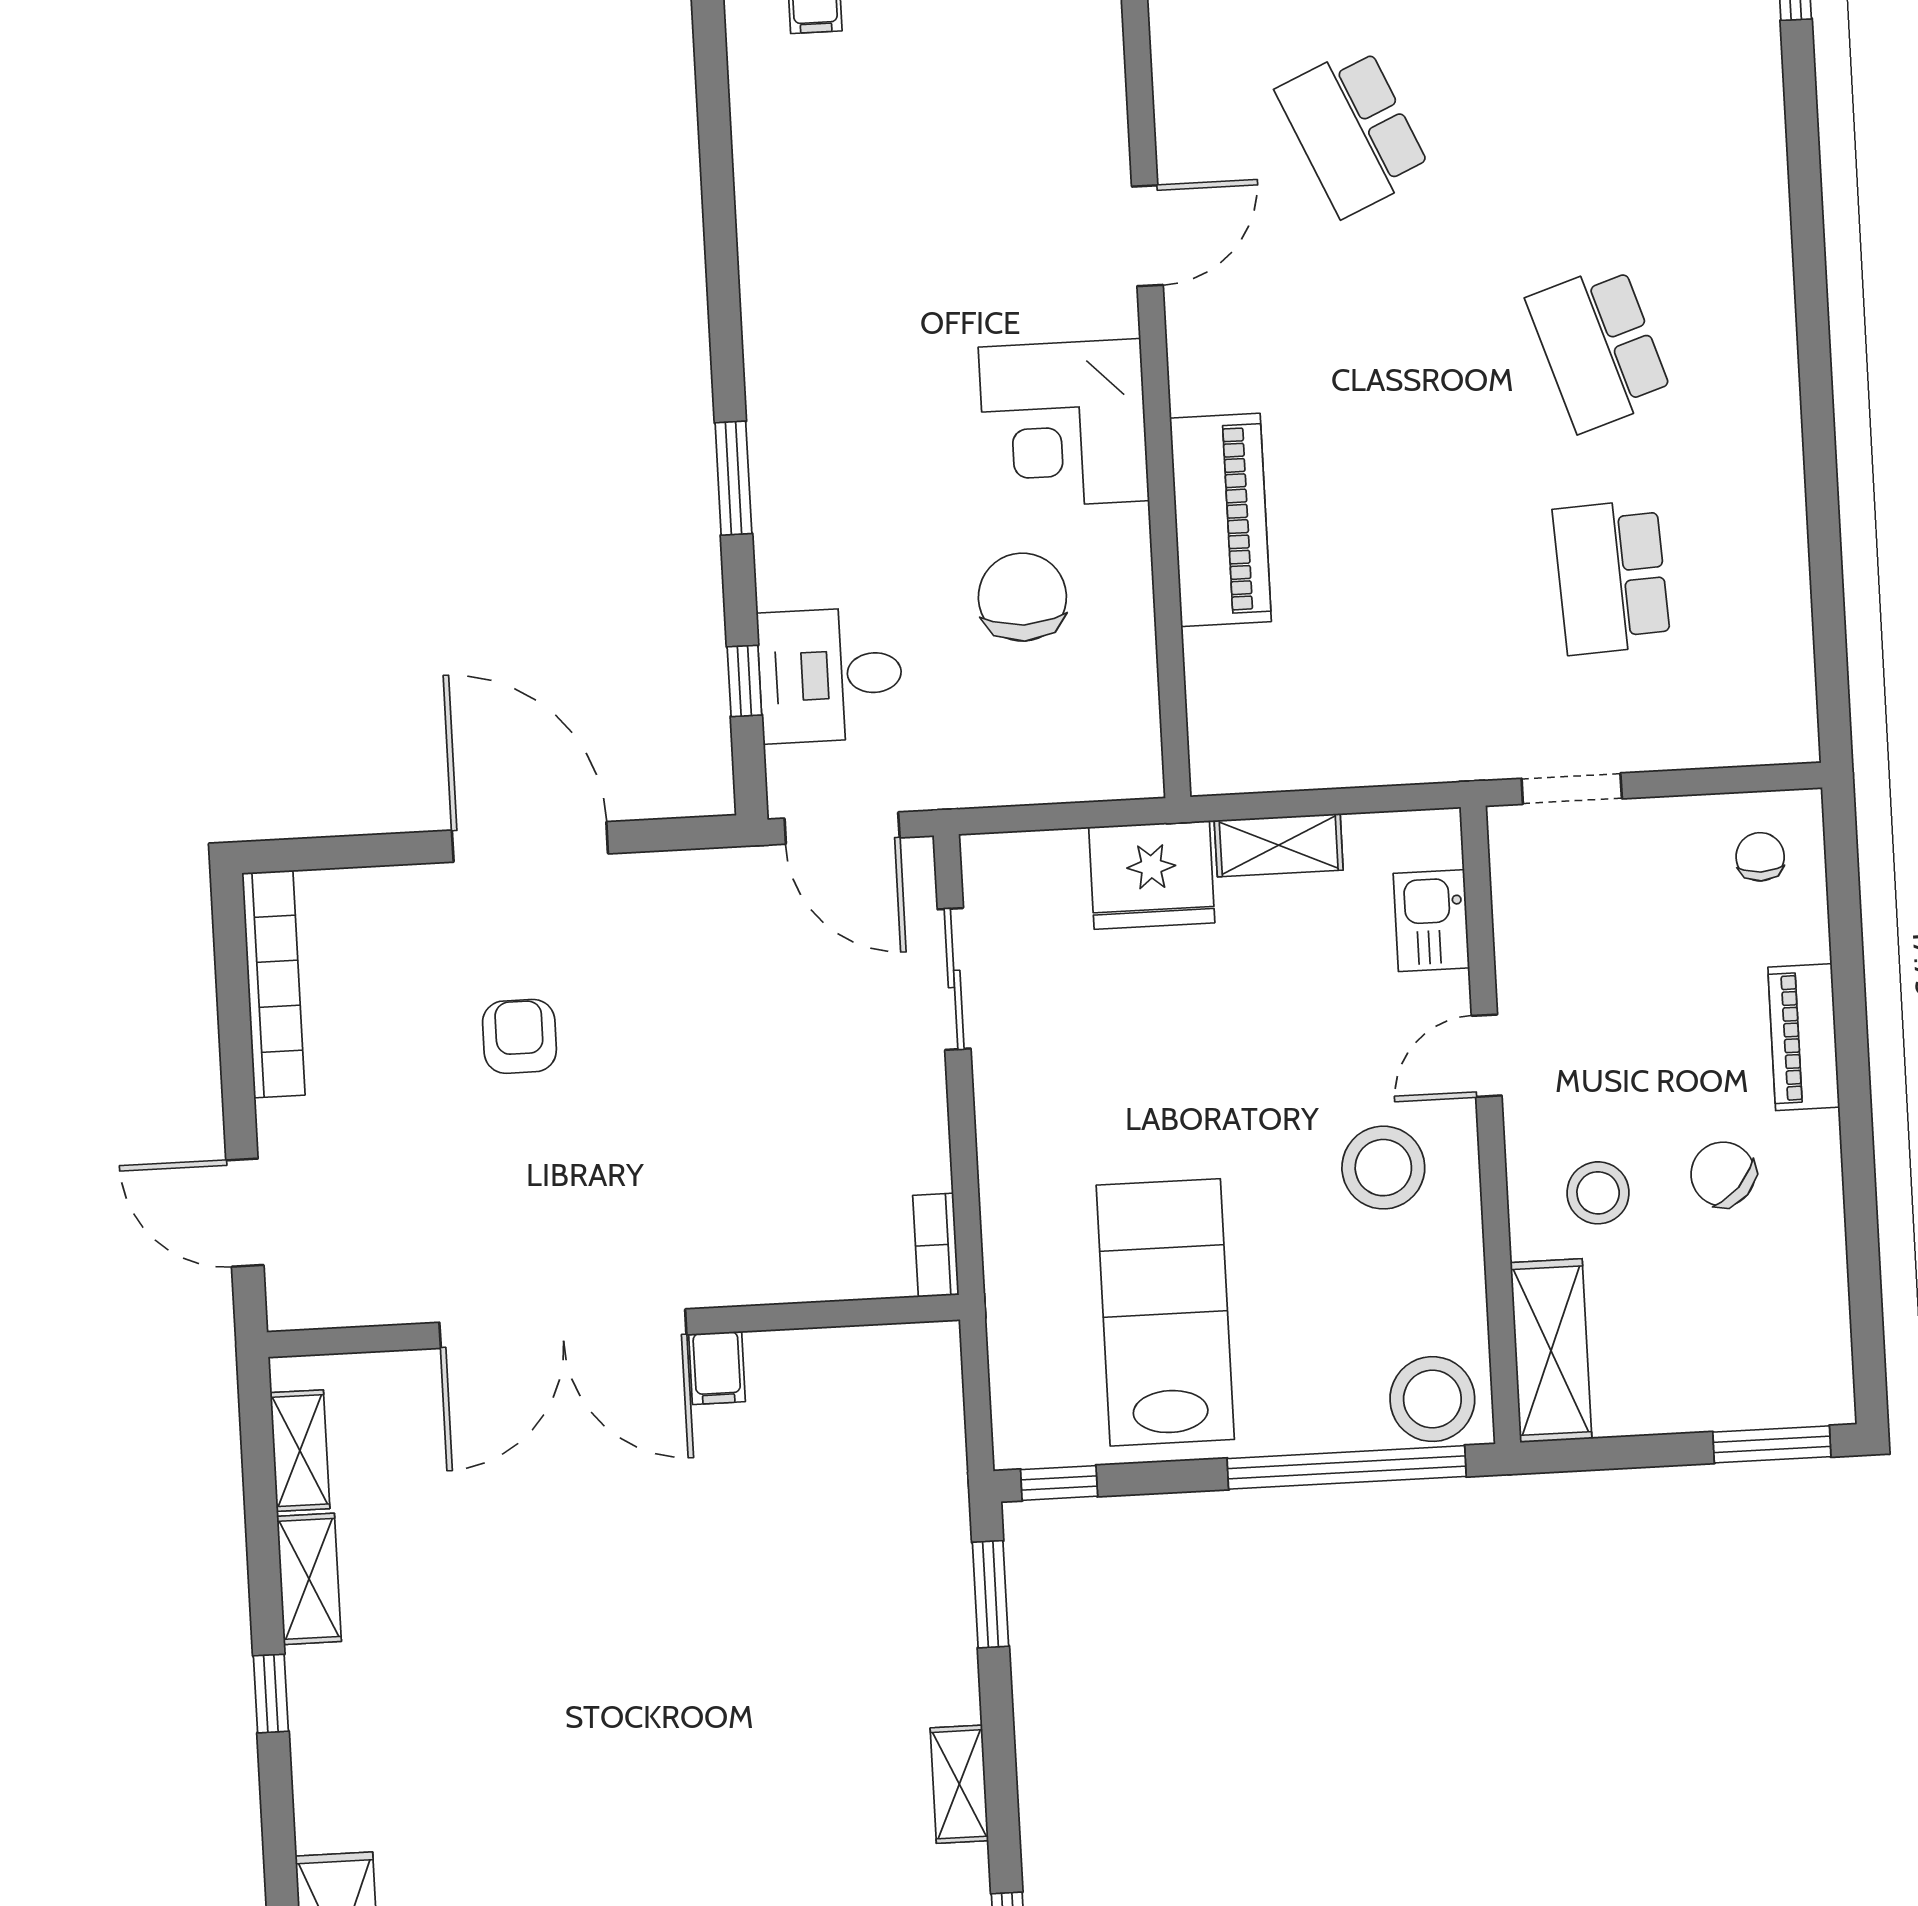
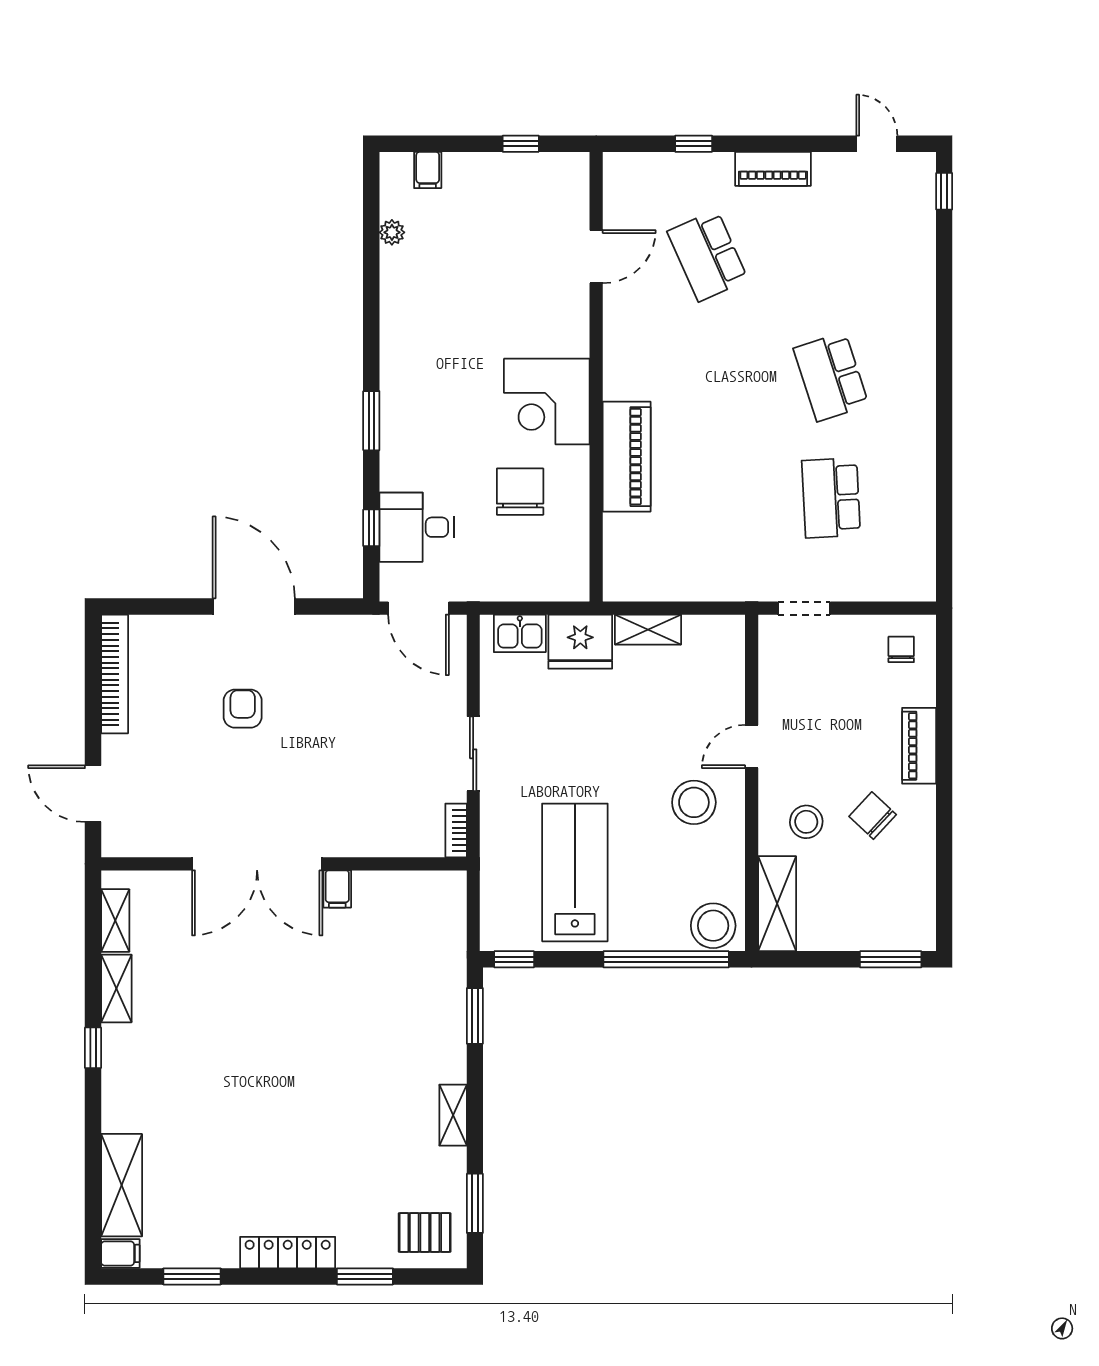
plant: (753, 119) -> (392, 232), added
door: (1147, 236) -> (596, 257), moved
kitchen sink: (1431, 921) -> (520, 633), moved, turned -90
sliding door: (954, 979) -> (473, 754), moved

